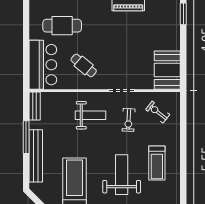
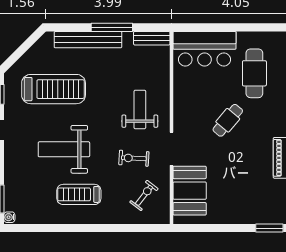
cafe table: (84, 65) -> (228, 120), moved
booth: (167, 70) -> (190, 191), moved, turned 90
weight bench: (90, 115) -> (140, 109), turned 180
weight bench: (122, 175) -> (64, 149), turned 180

